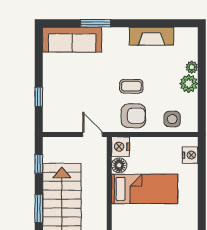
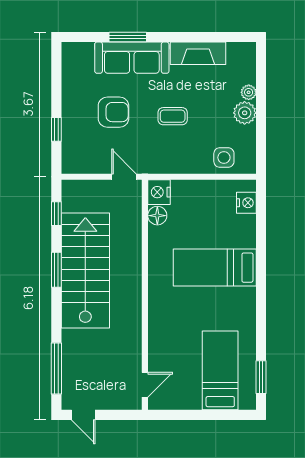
sofa: (72, 40) -> (132, 58), moved
armchair: (133, 116) -> (113, 112), moved
bed: (145, 189) -> (215, 268), moved, turned 180

